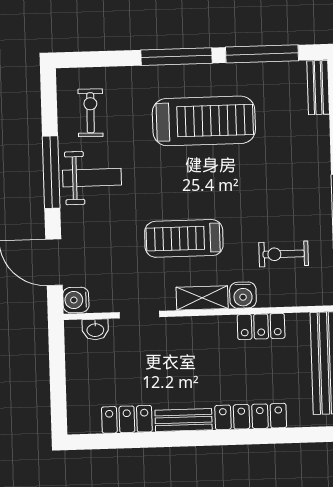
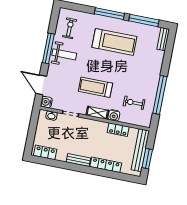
locker: (127, 419) -> (45, 152), moved

